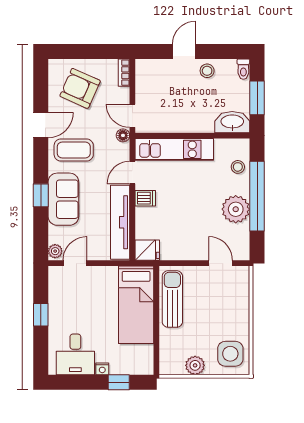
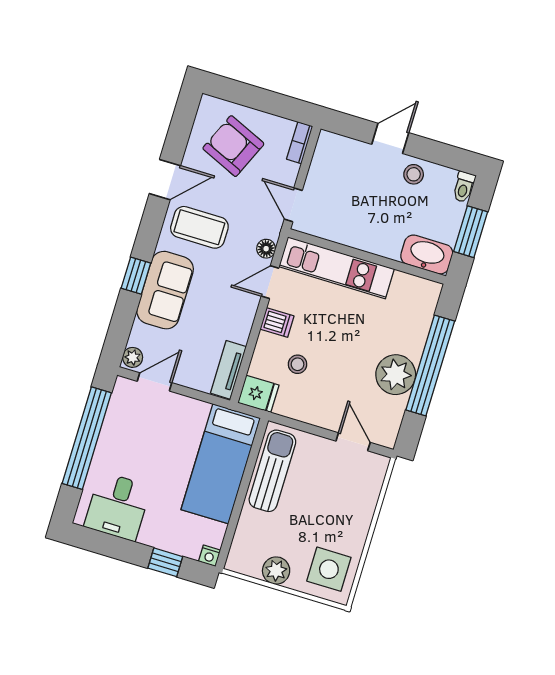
floor lamp: (123, 135) -> (266, 249), moved
stool: (238, 167) -> (298, 364), moved
tv unit: (120, 222) -> (228, 370), width x0.52, depth x0.78
window: (41, 315) -> (87, 438), width x3.17
nightstand: (102, 369) -> (209, 556), moved

